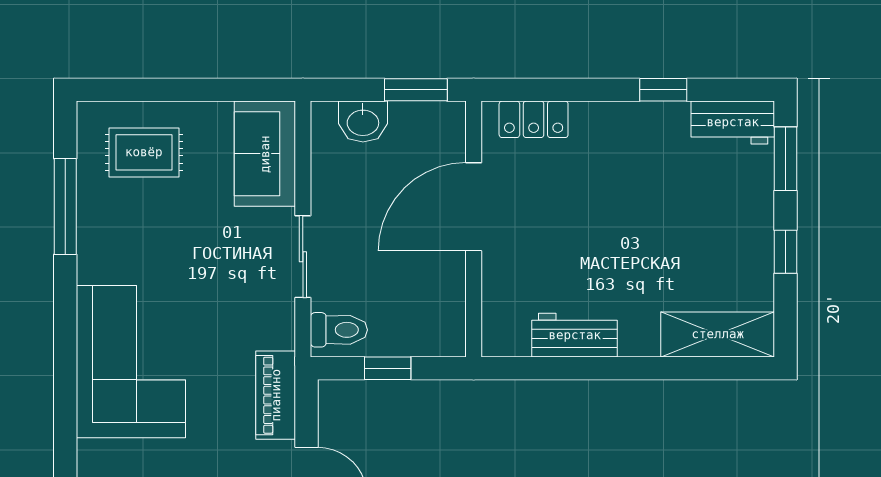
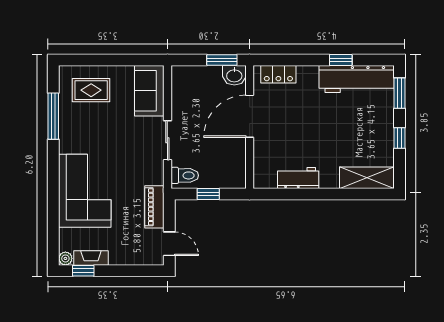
washbasin: (363, 122) -> (234, 75), moved
workbench: (733, 122) -> (357, 79), width x1.88, depth x1.32

